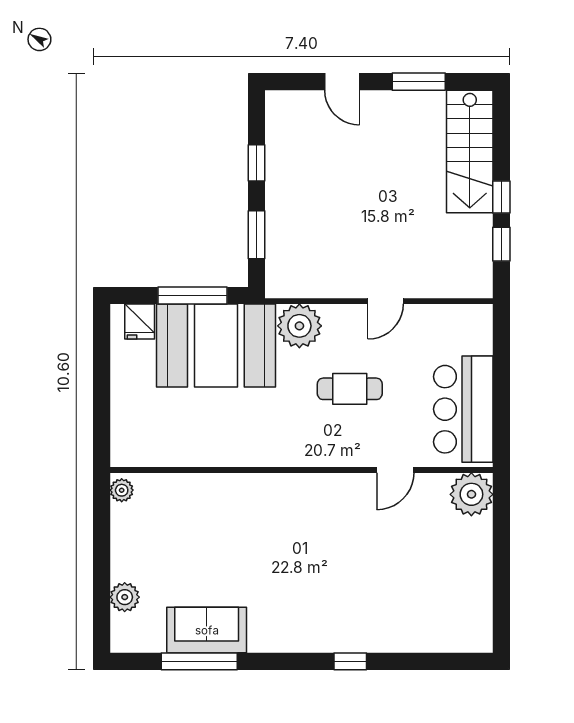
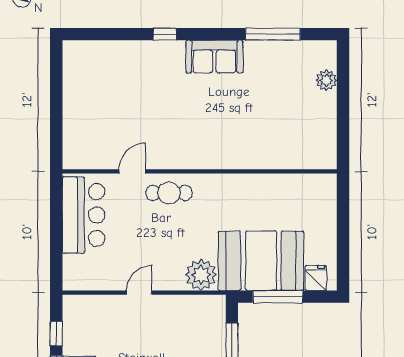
cafe table: (350, 389) -> (169, 193), moved
plant: (122, 490) -> (329, 157), removed
plant: (471, 494) -> (78, 154), removed
sofa: (207, 630) -> (214, 57), moved

